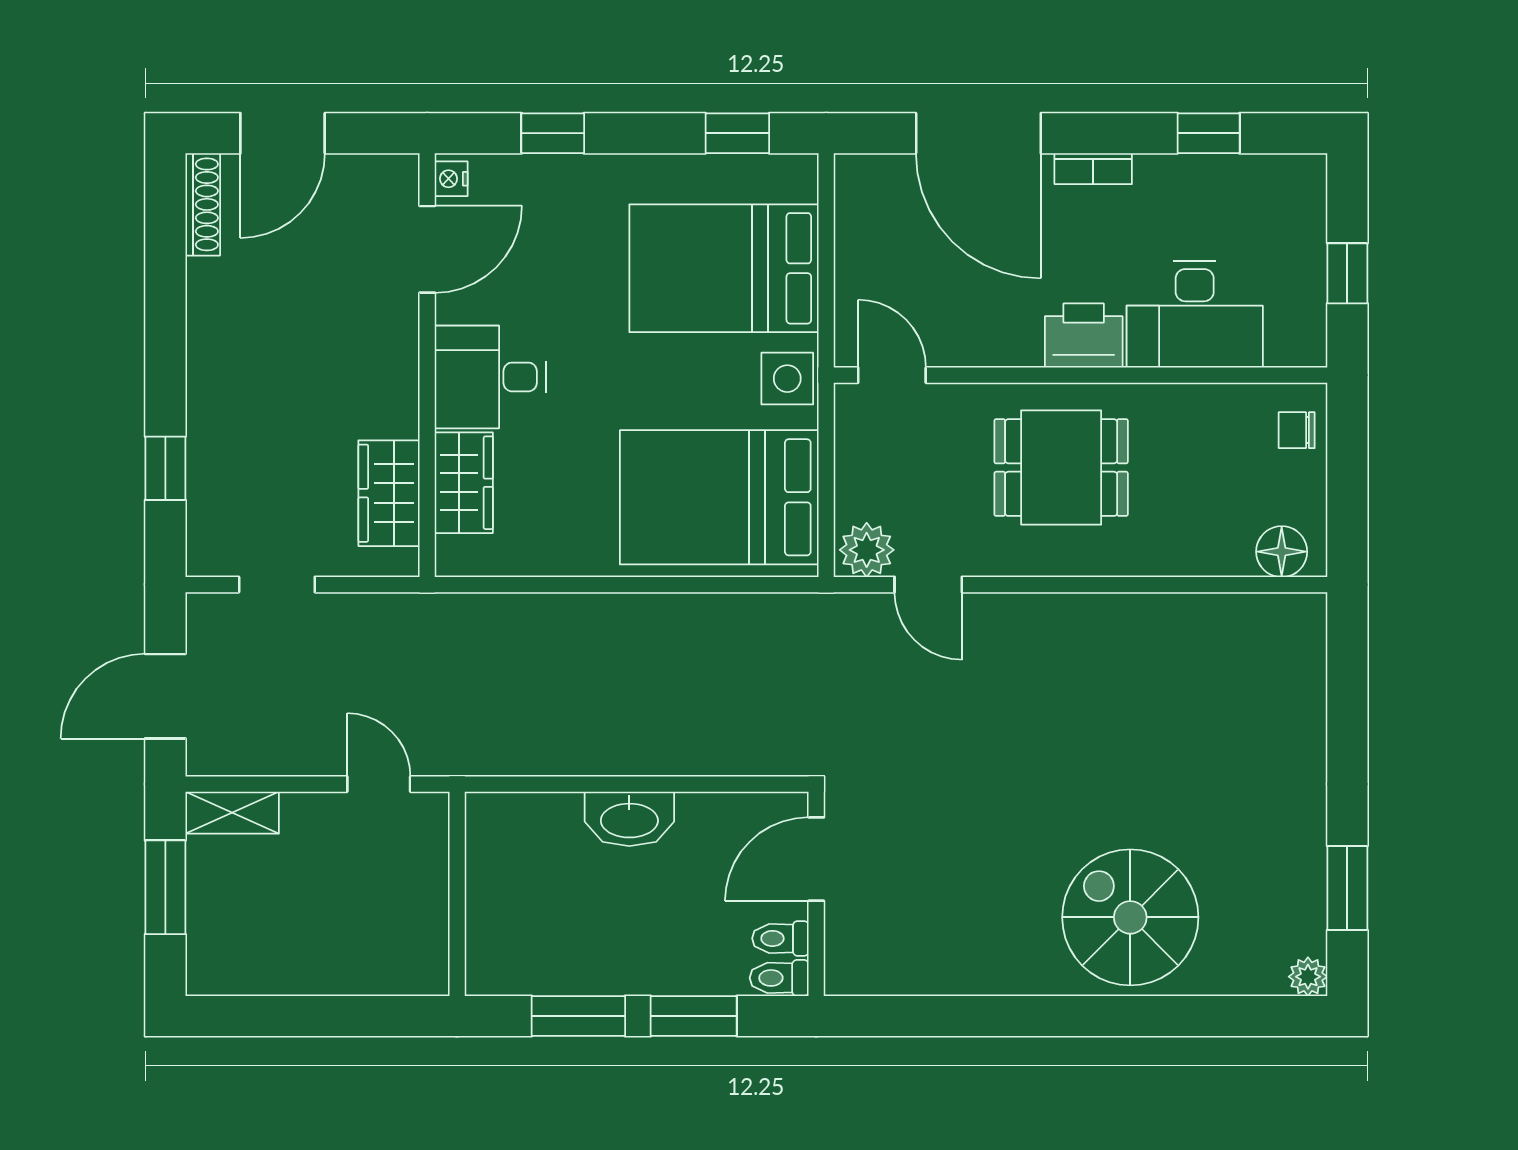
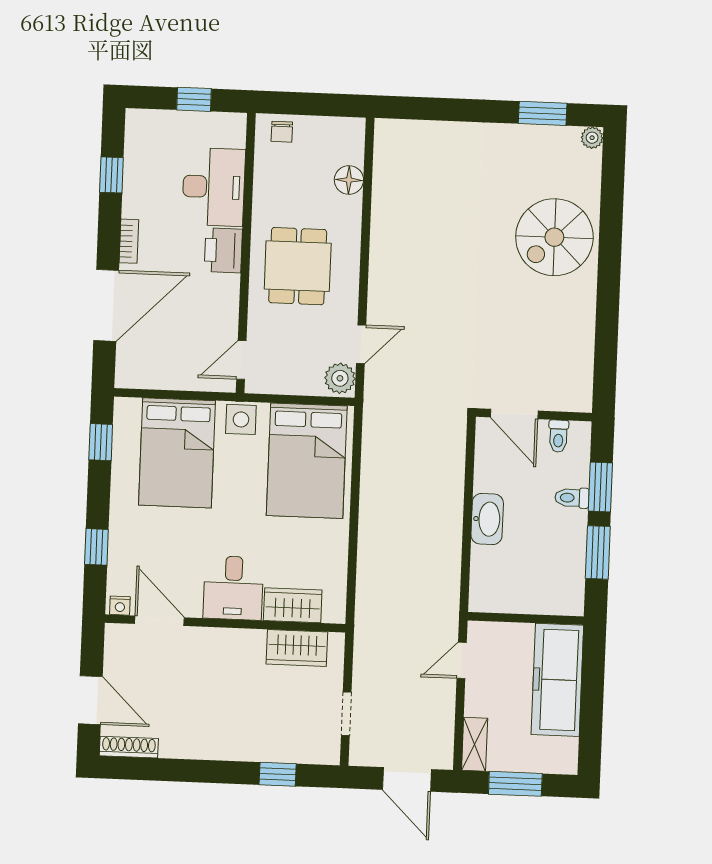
floor lamp: (1282, 552) -> (349, 180), moved
freezer: (351, 954) -> (557, 680), added
toilet: (779, 978) -> (572, 498), moved, turned 90

